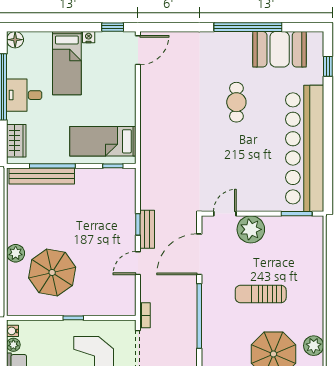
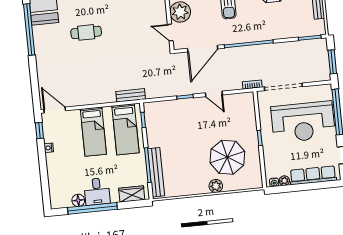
floor lamp: (15, 40) -> (78, 200), moved
bed: (67, 63) -> (93, 132), moved, turned 90
bench: (147, 229) -> (131, 95), moved
door: (199, 254) -> (203, 49), hinge flipped

